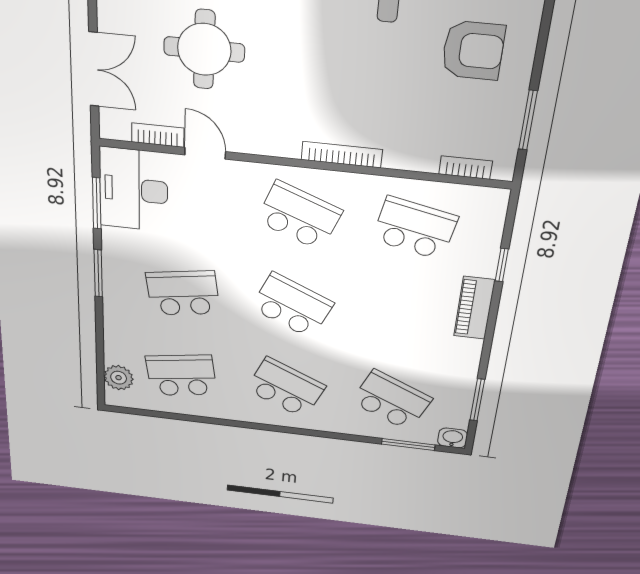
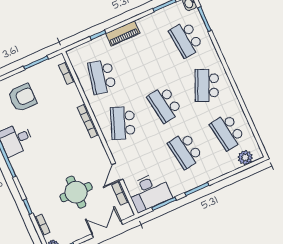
armchair: (473, 50) -> (22, 98), turned 90
school desk: (292, 305) -> (165, 104), turned -33
school desk: (392, 400) -> (186, 39), turned -30

